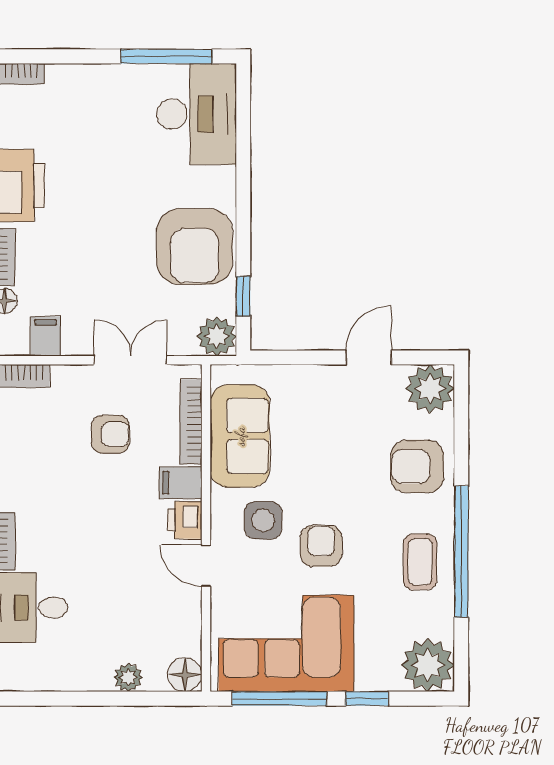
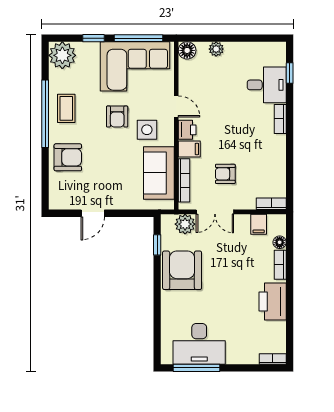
desk: (197, 114) -> (199, 344), moved, turned -90
plant: (217, 336) -> (185, 224), moved
plant: (430, 389) -> (61, 197), removed

